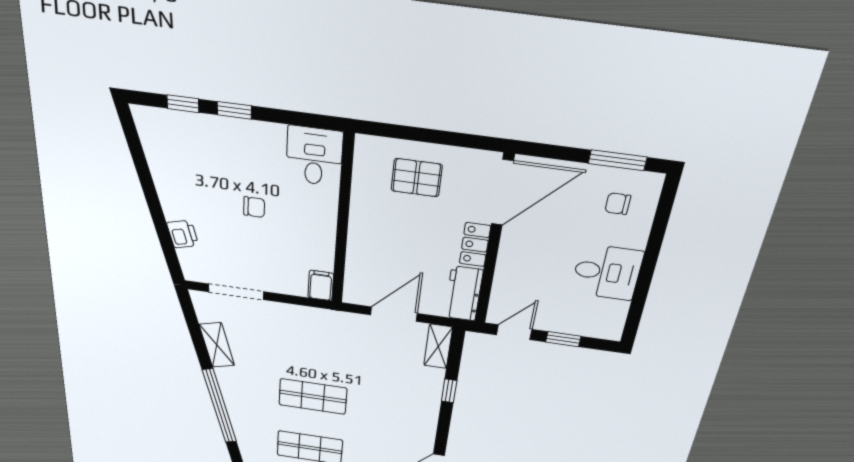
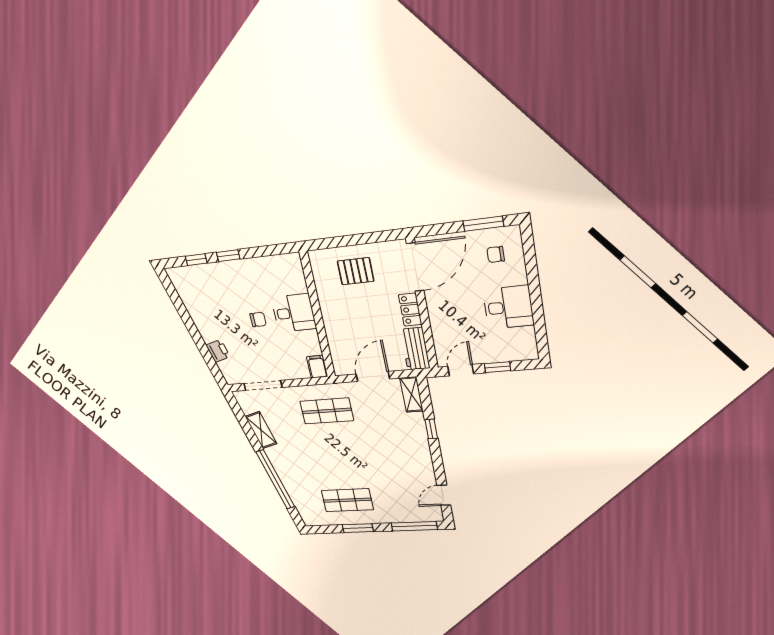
desk: (314, 156) -> (294, 313), moved, turned 90
shop shelf: (313, 397) -> (327, 411), moved

